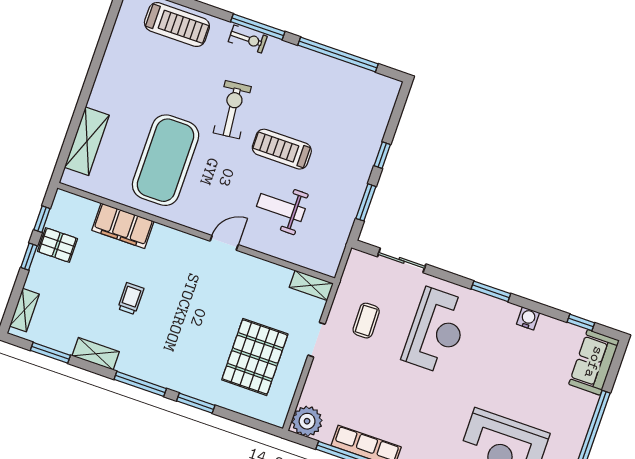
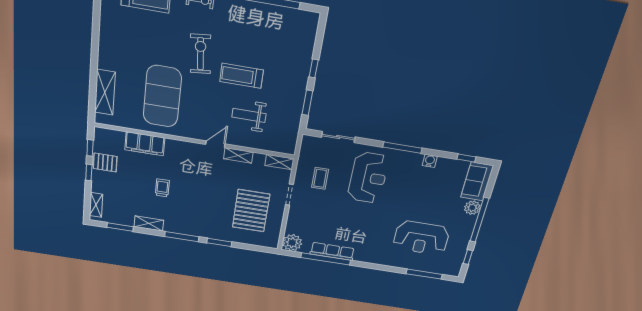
shelving: (254, 265) -> (238, 155), added
window: (491, 291) -> (402, 148), width x1.44
plant: (584, 405) -> (472, 208), added

